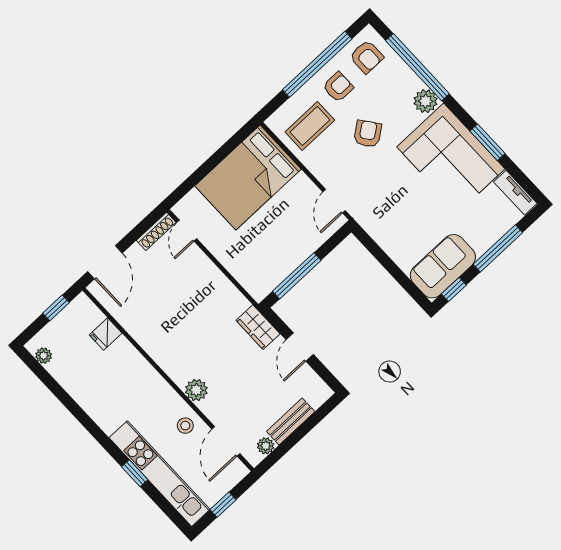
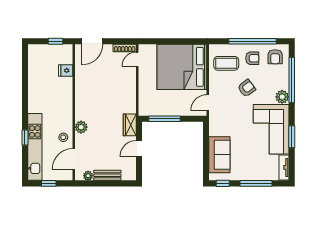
bed: (248, 178) -> (182, 67), width x1.36
sofa: (443, 266) -> (219, 155), moved, turned 90
plant: (44, 356) -> (32, 56), removed

